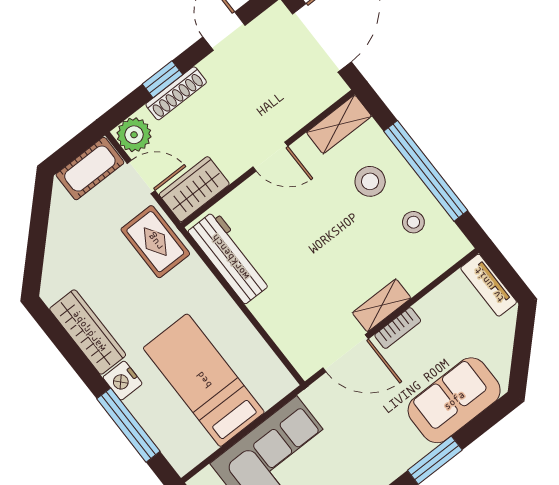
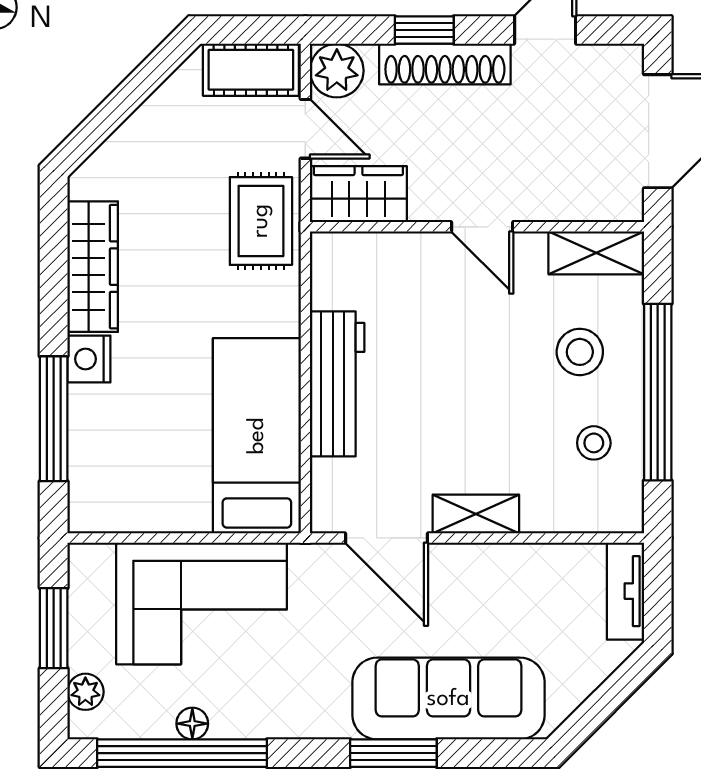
shoe rack: (176, 93) -> (445, 64), width x1.36, depth x1.24
workbench: (230, 257) -> (337, 384), moved
bookcase: (398, 328) -> (474, 557), removed
bed: (204, 380) -> (257, 436), moved
sofa: (454, 400) -> (448, 699), width x1.36

